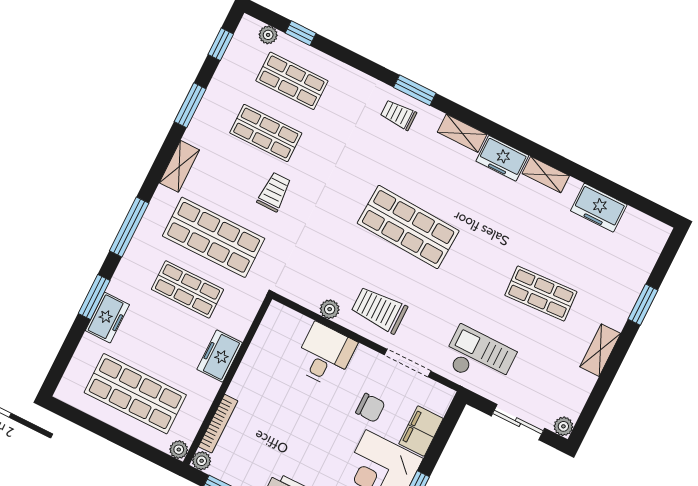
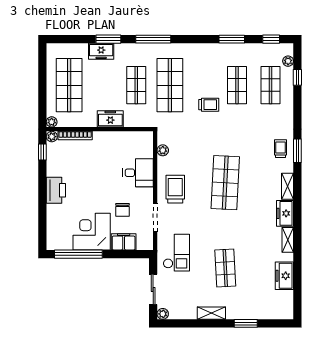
shelving: (179, 166) -> (198, 49), removed
plant: (330, 309) -> (163, 150), moved

